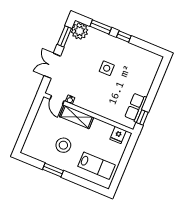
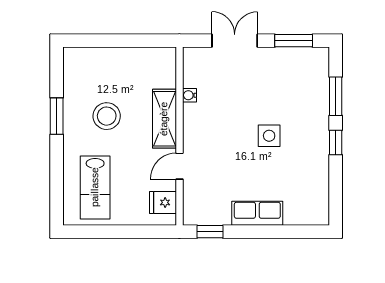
plant: (80, 31) -> (314, 63), removed
door: (57, 100) -> (179, 166), moved
row of seats: (136, 107) -> (257, 213), moved

